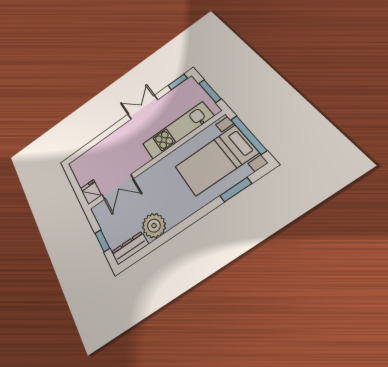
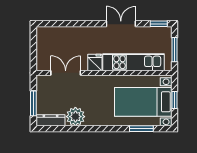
window: (248, 135) -> (175, 100), width x0.46
double door: (118, 187) -> (66, 73), swing flipped
fridge: (91, 192) -> (95, 62), moved
window: (102, 241) -> (33, 103), width x1.50

